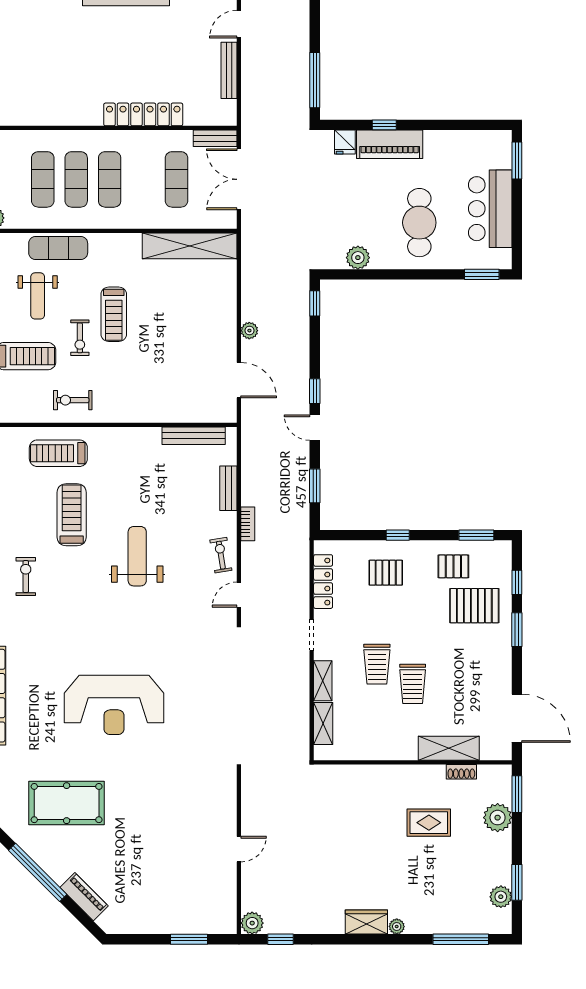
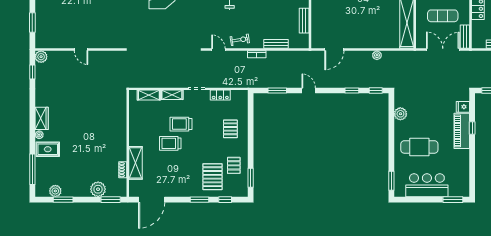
plant: (249, 331) -> (377, 55), moved
window: (315, 391) -> (352, 90), moved
door: (315, 428) -> (309, 90), hinge flipped
bench: (194, 436) -> (304, 21), width x0.73
window: (398, 535) -> (251, 135), removed
locker: (323, 582) -> (220, 95), width x0.66
rug: (429, 823) -> (48, 149), moved, turned 90

